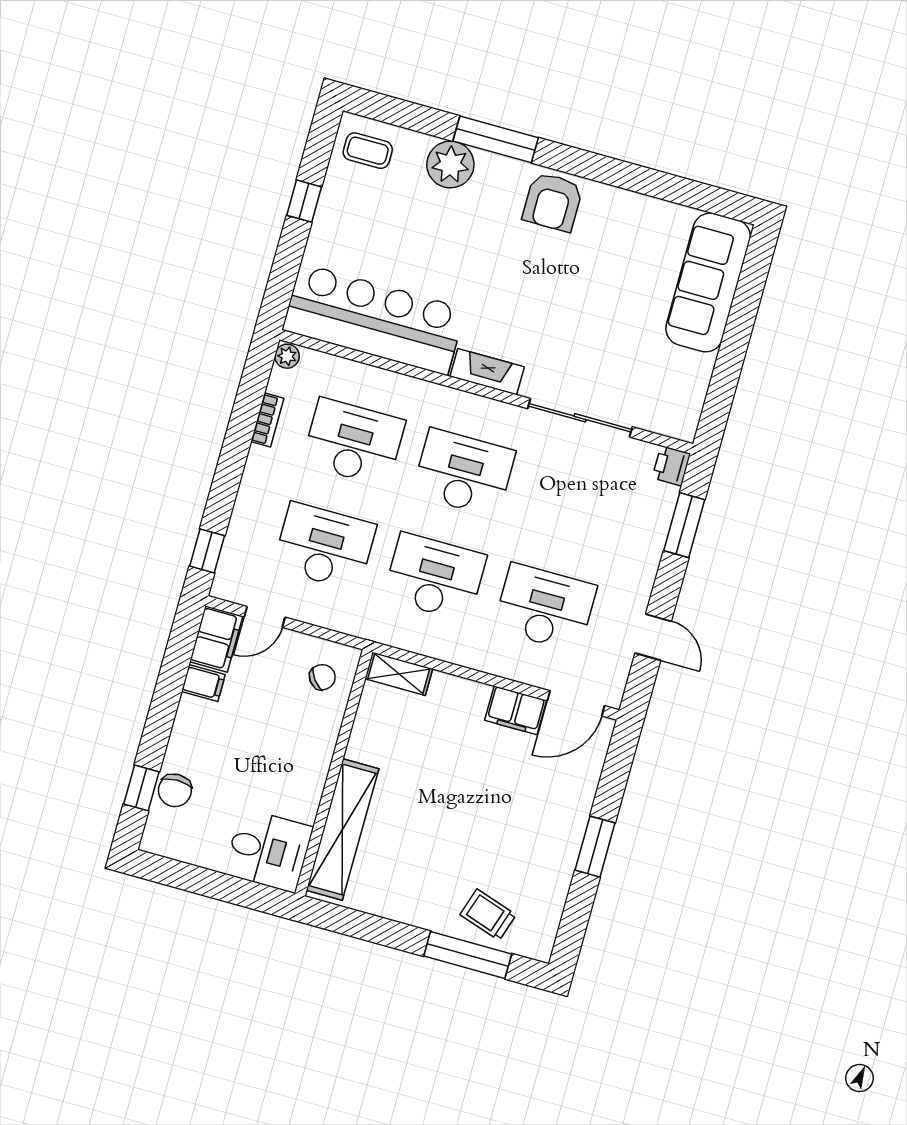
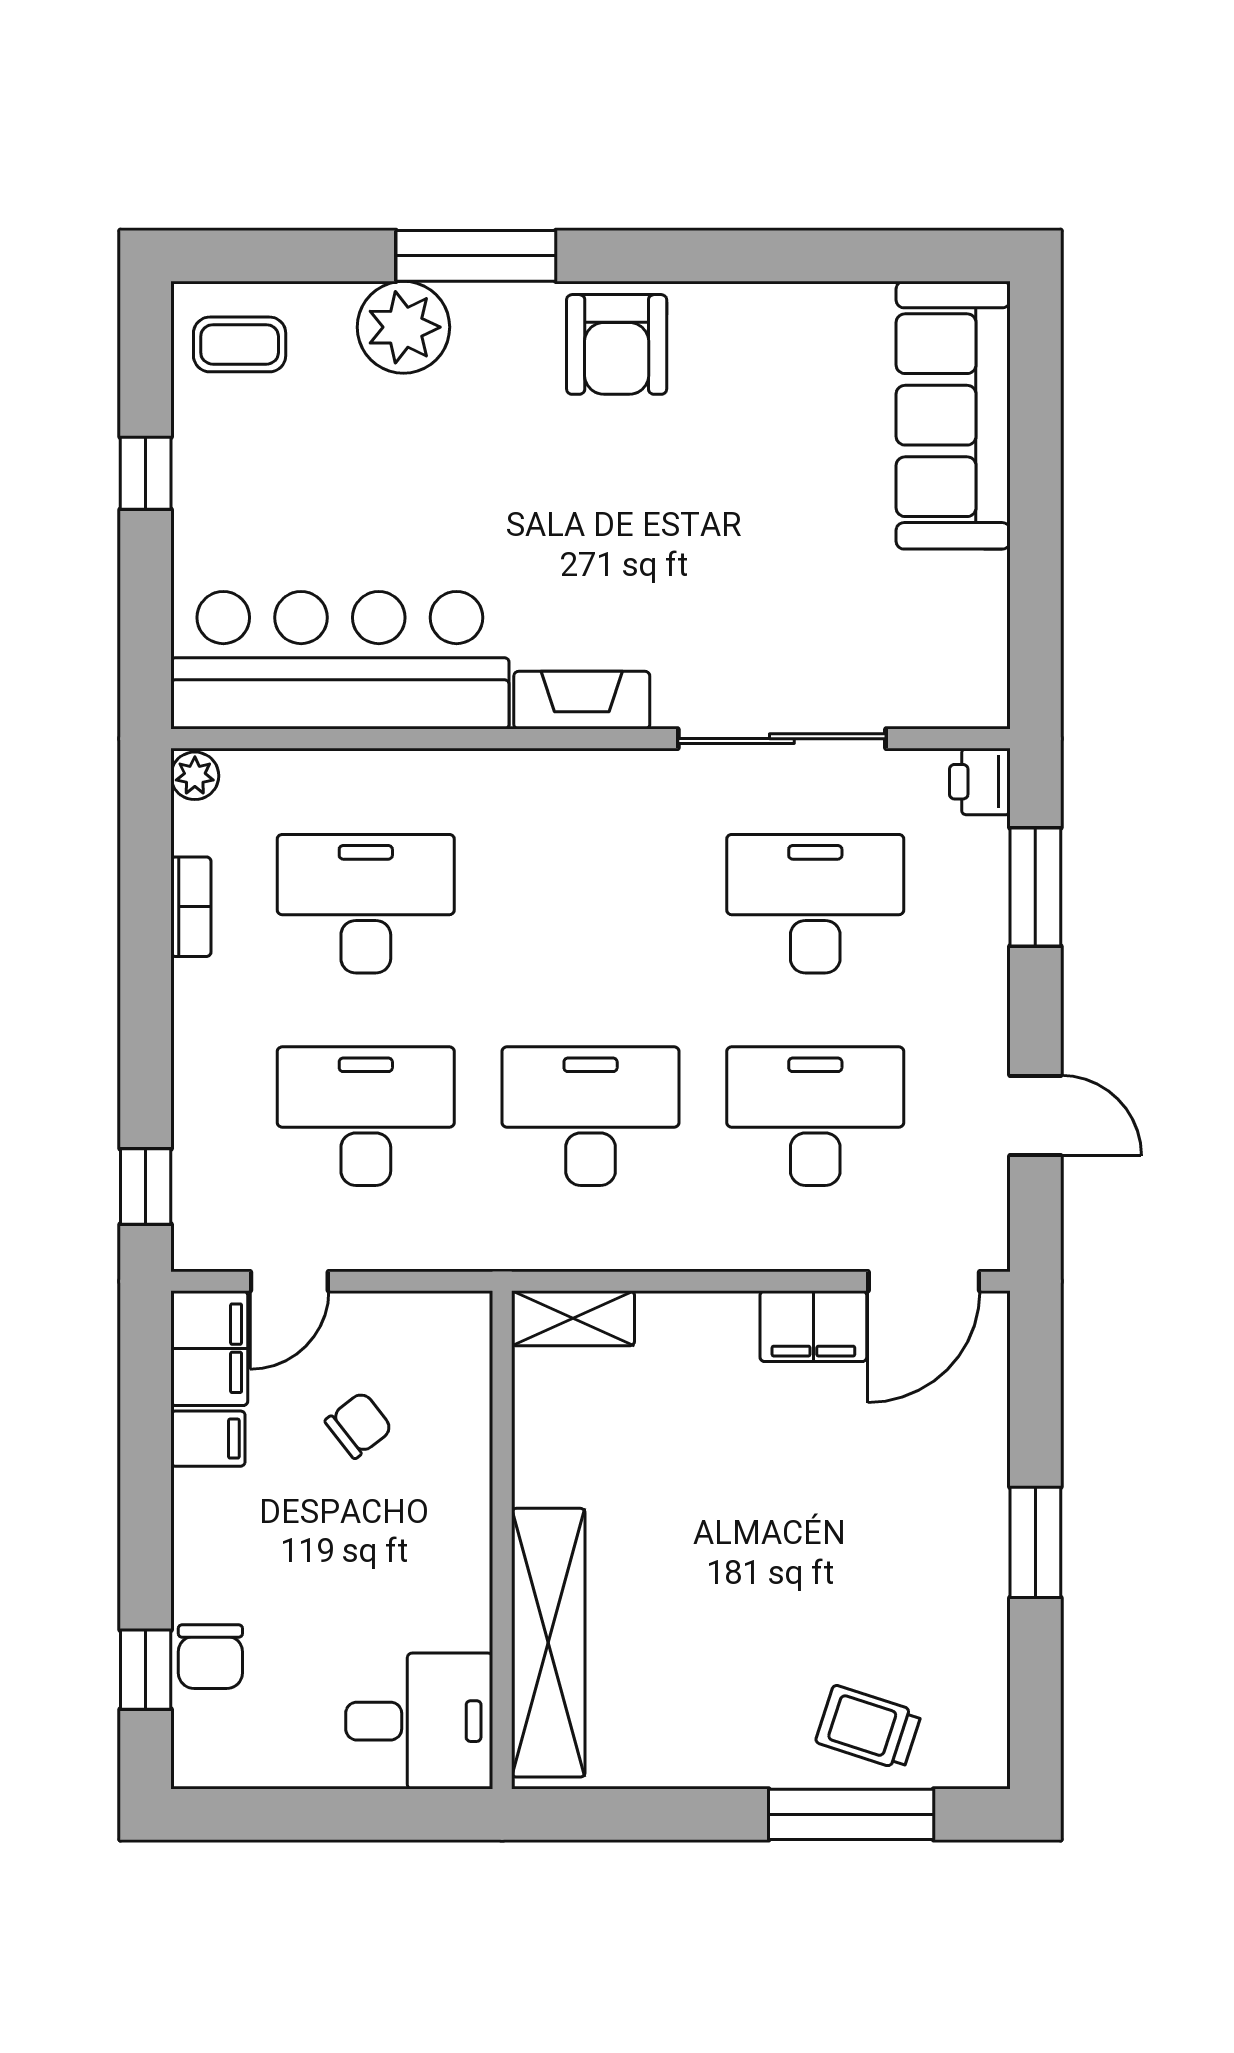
desk: (464, 473) -> (815, 904), moved
chair: (322, 677) -> (359, 1425), moved

